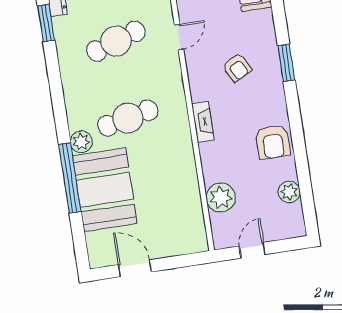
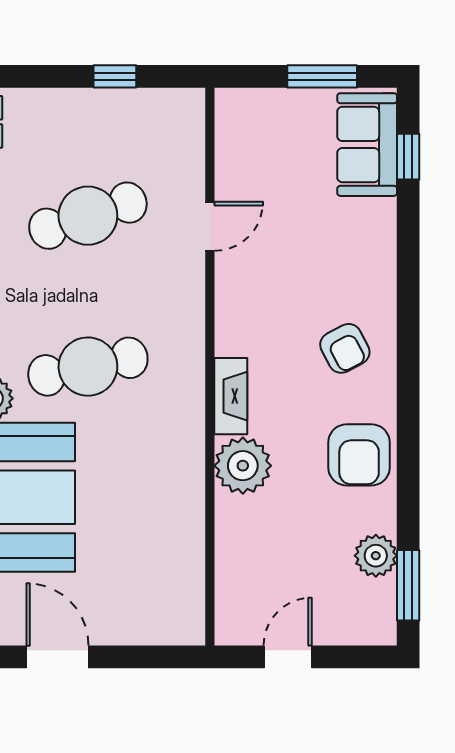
window: (286, 63) -> (408, 585), moved
armchair: (237, 68) -> (345, 348), moved
plant: (221, 198) -> (243, 466), moved

